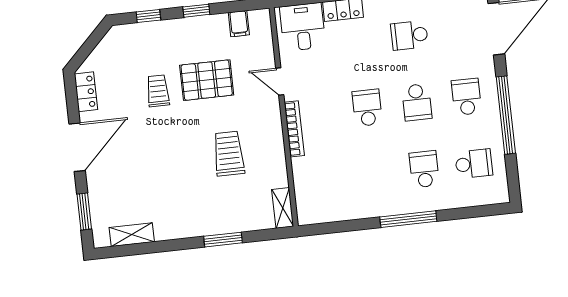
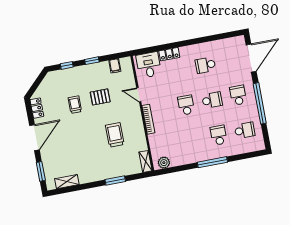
pallet: (207, 80) -> (100, 97), width x0.67, depth x0.71
school desk: (417, 102) -> (212, 100), turned -90
plant: (317, 213) -> (164, 163), added

